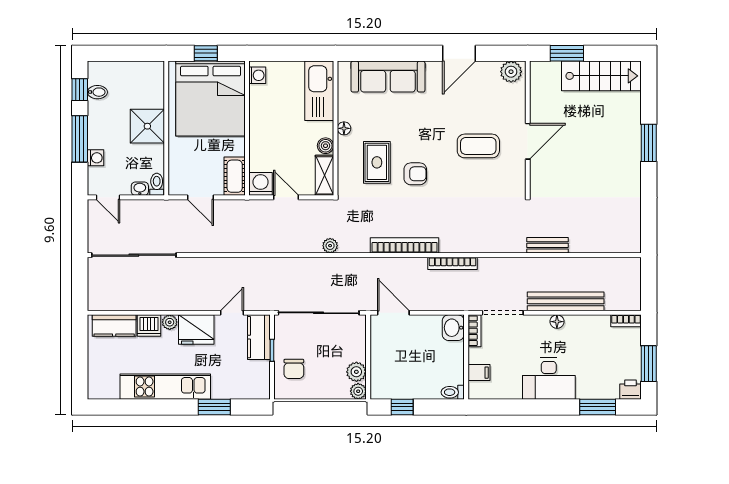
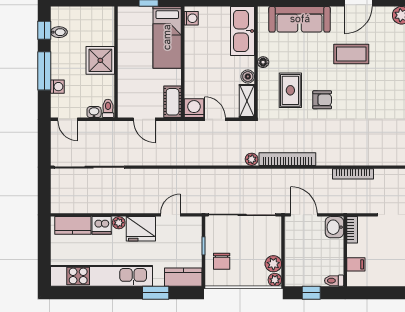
bed: (211, 98) -> (167, 37), width x0.49
coffee table: (478, 146) -> (351, 54), moved
bookcase: (405, 245) -> (287, 159), moved
washbasin: (453, 328) -> (334, 227), moved
bookcase: (475, 331) -> (352, 230), moved
kitchen counter: (259, 337) -> (183, 277), moved, turned 90
wall: (466, 357) -> (345, 251), moved
filing cabinet: (479, 373) -> (356, 264), moved
kitchen unit: (165, 387) -> (102, 276), width x1.36
toilet: (453, 392) -> (334, 281), moved

